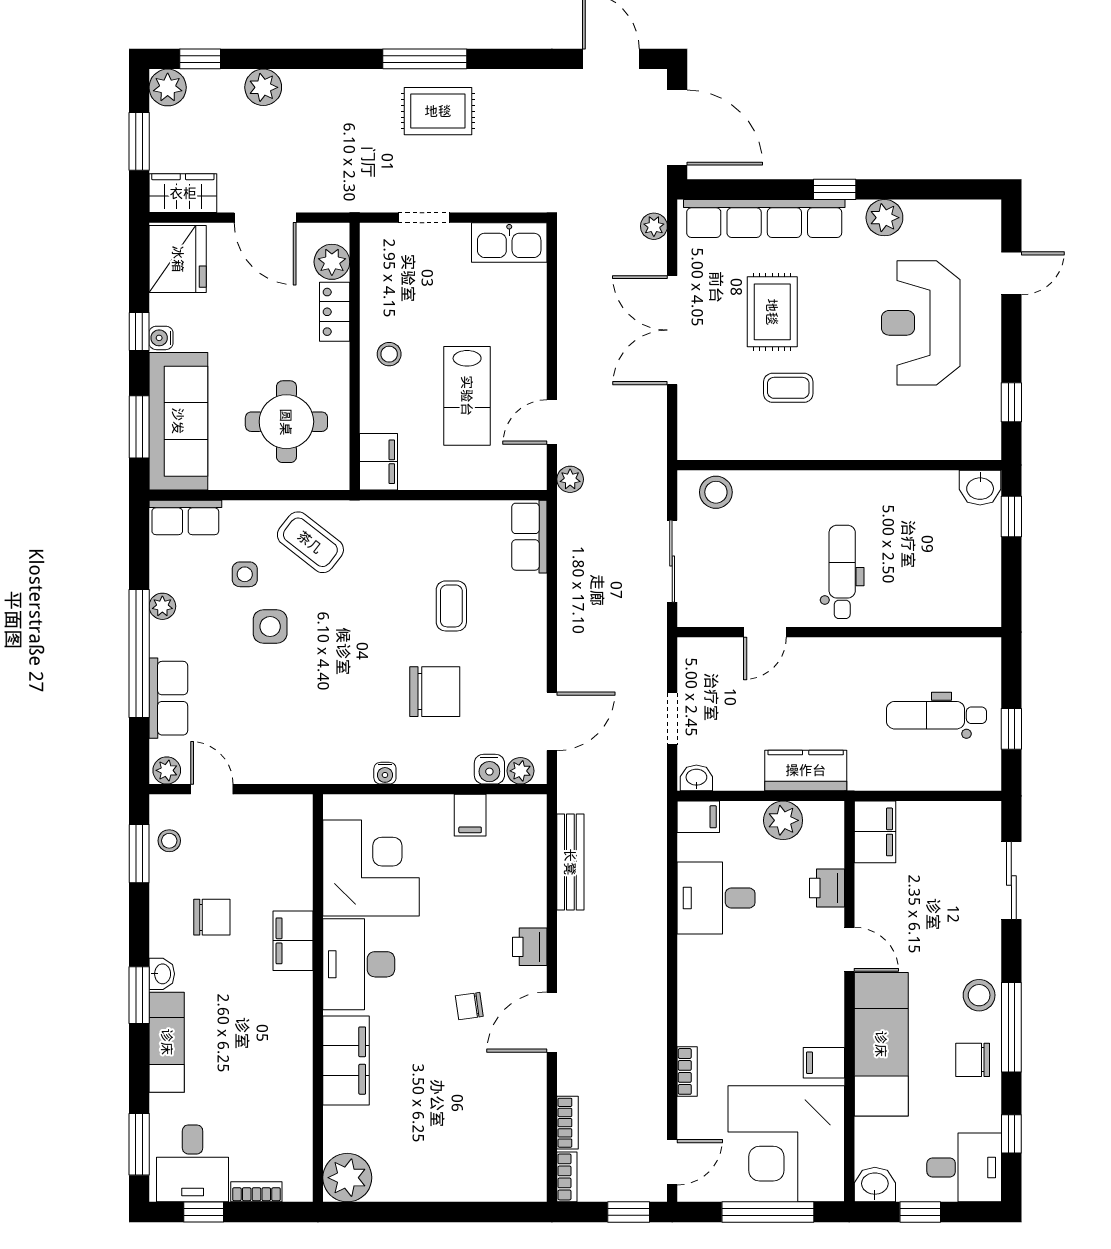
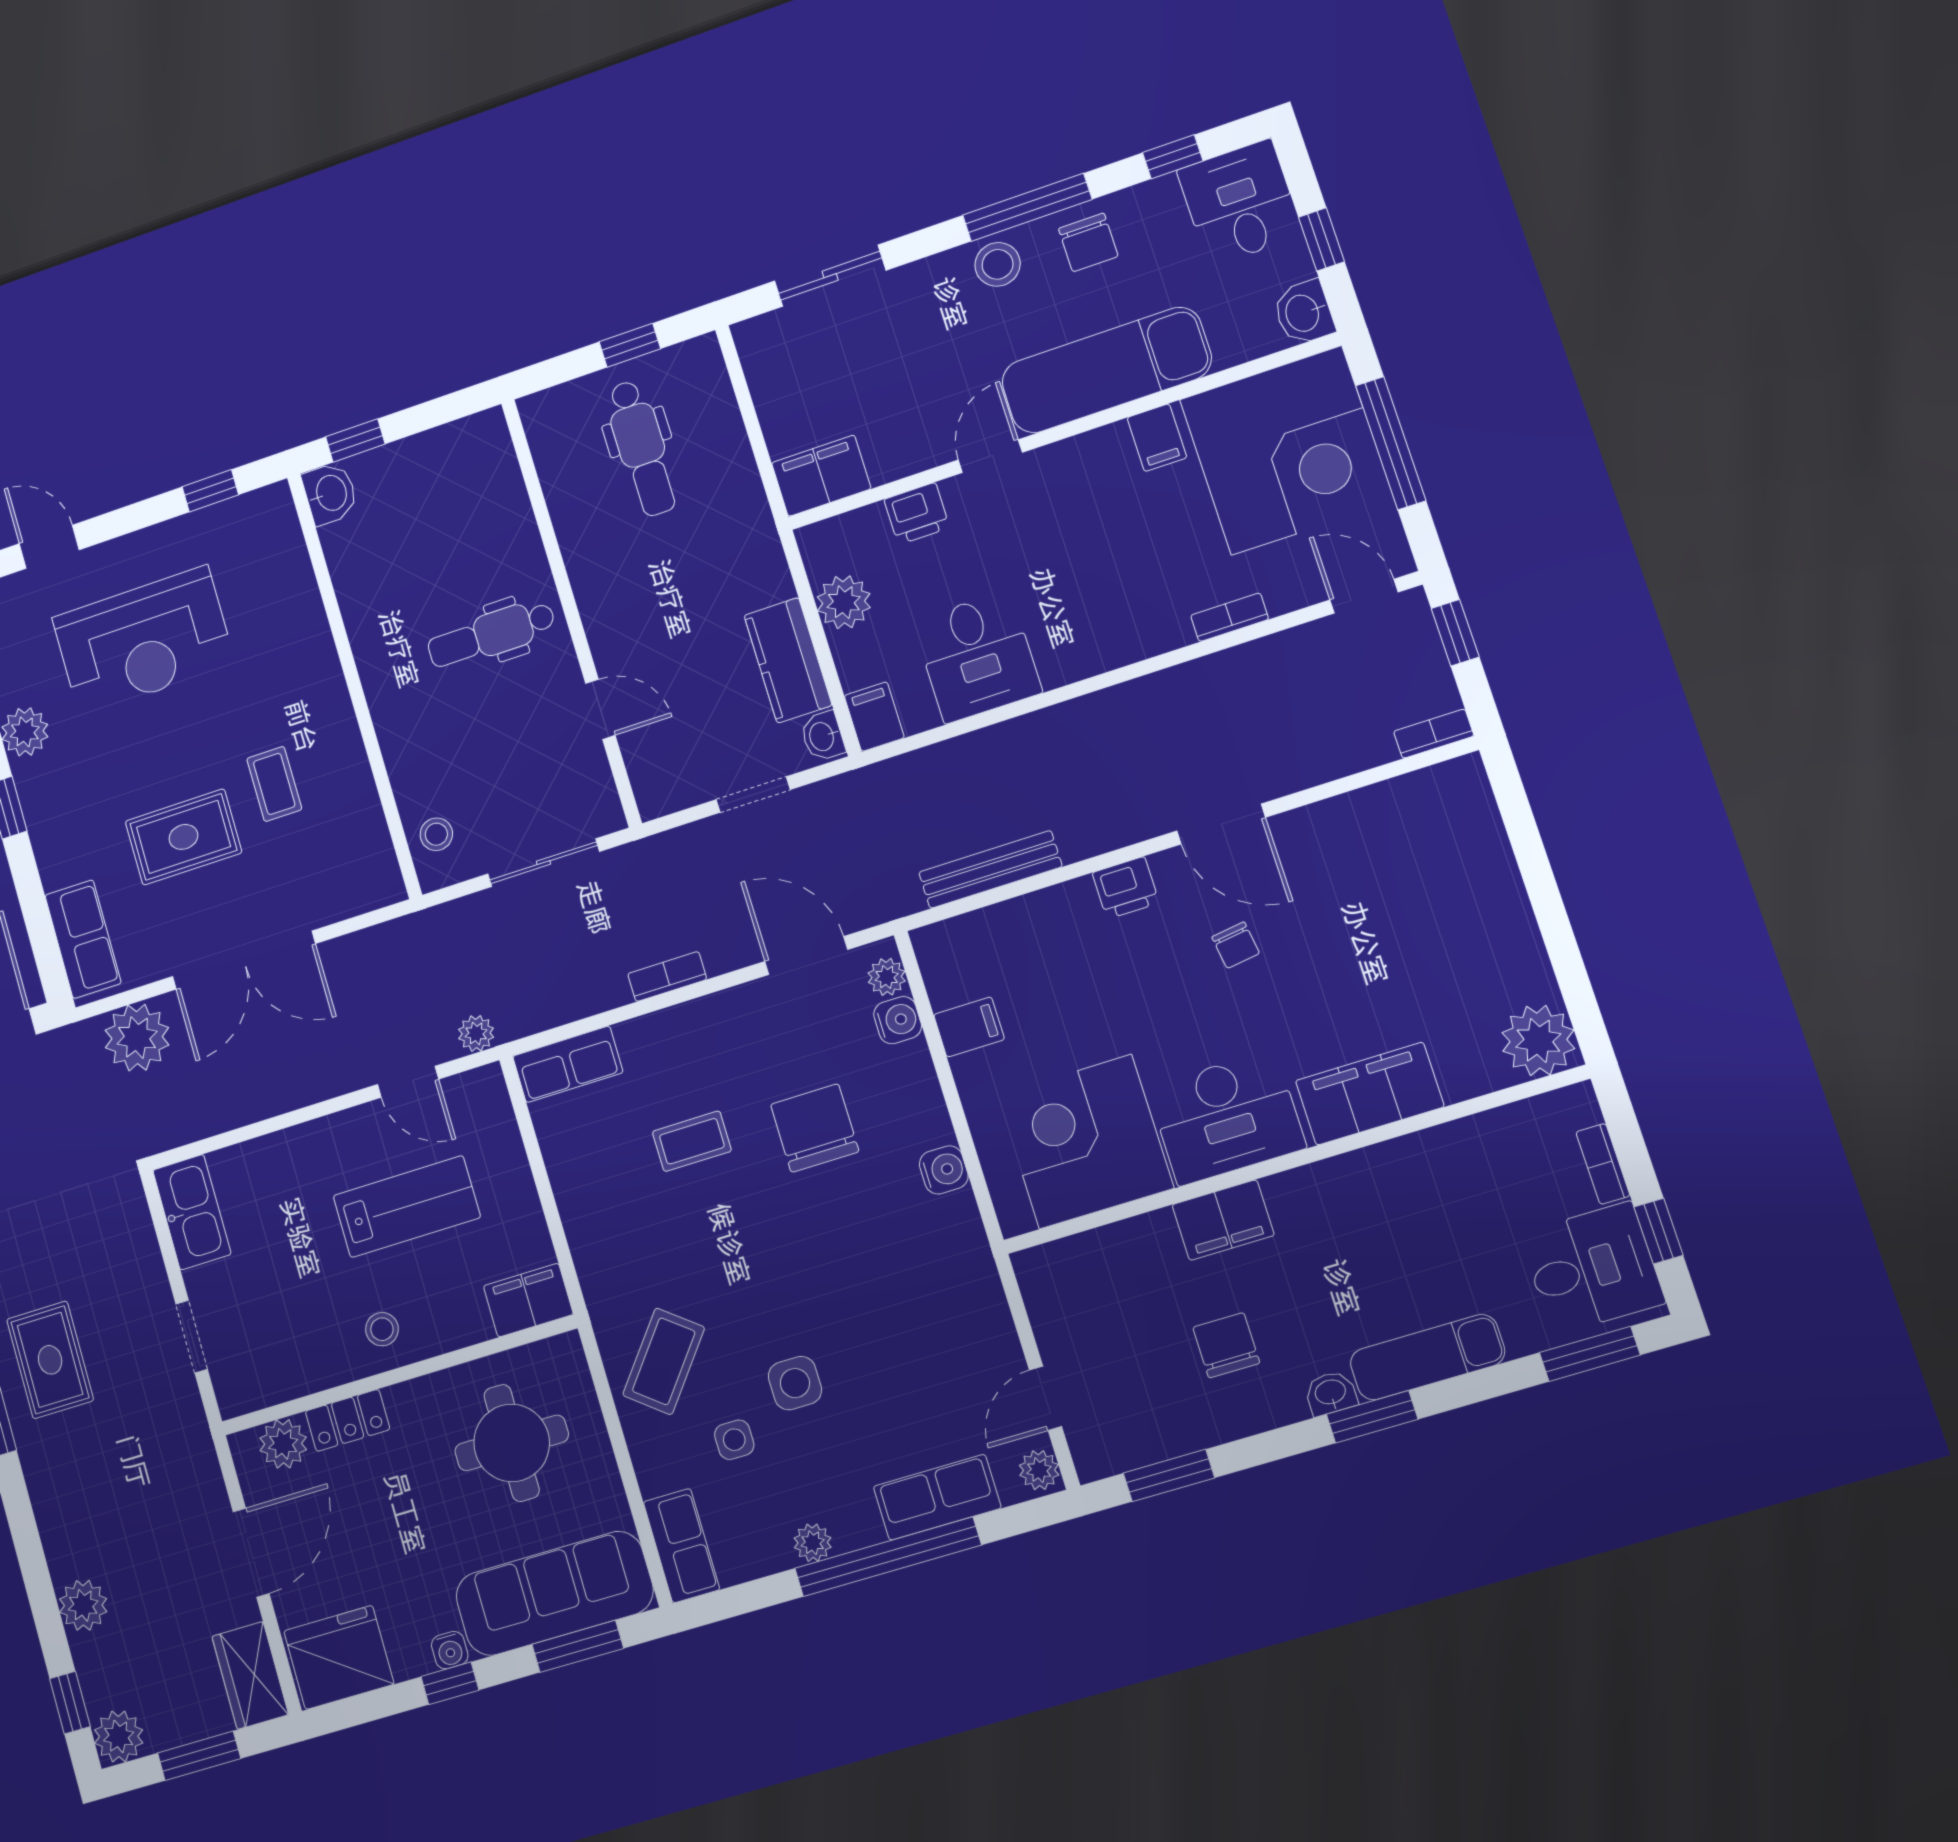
row of seats: (764, 218) -> (83, 939), width x0.50
plant: (654, 226) -> (137, 1038), width x1.88, depth x1.88
stool: (716, 492) -> (436, 834), width x0.73, depth x0.73
kitchen counter: (806, 770) -> (788, 660), moved
water cooler: (385, 773) -> (944, 1170), width x1.38, depth x1.38
stool: (169, 841) -> (1137, 1438), removed
bookcase: (567, 1123) -> (667, 977), moved

